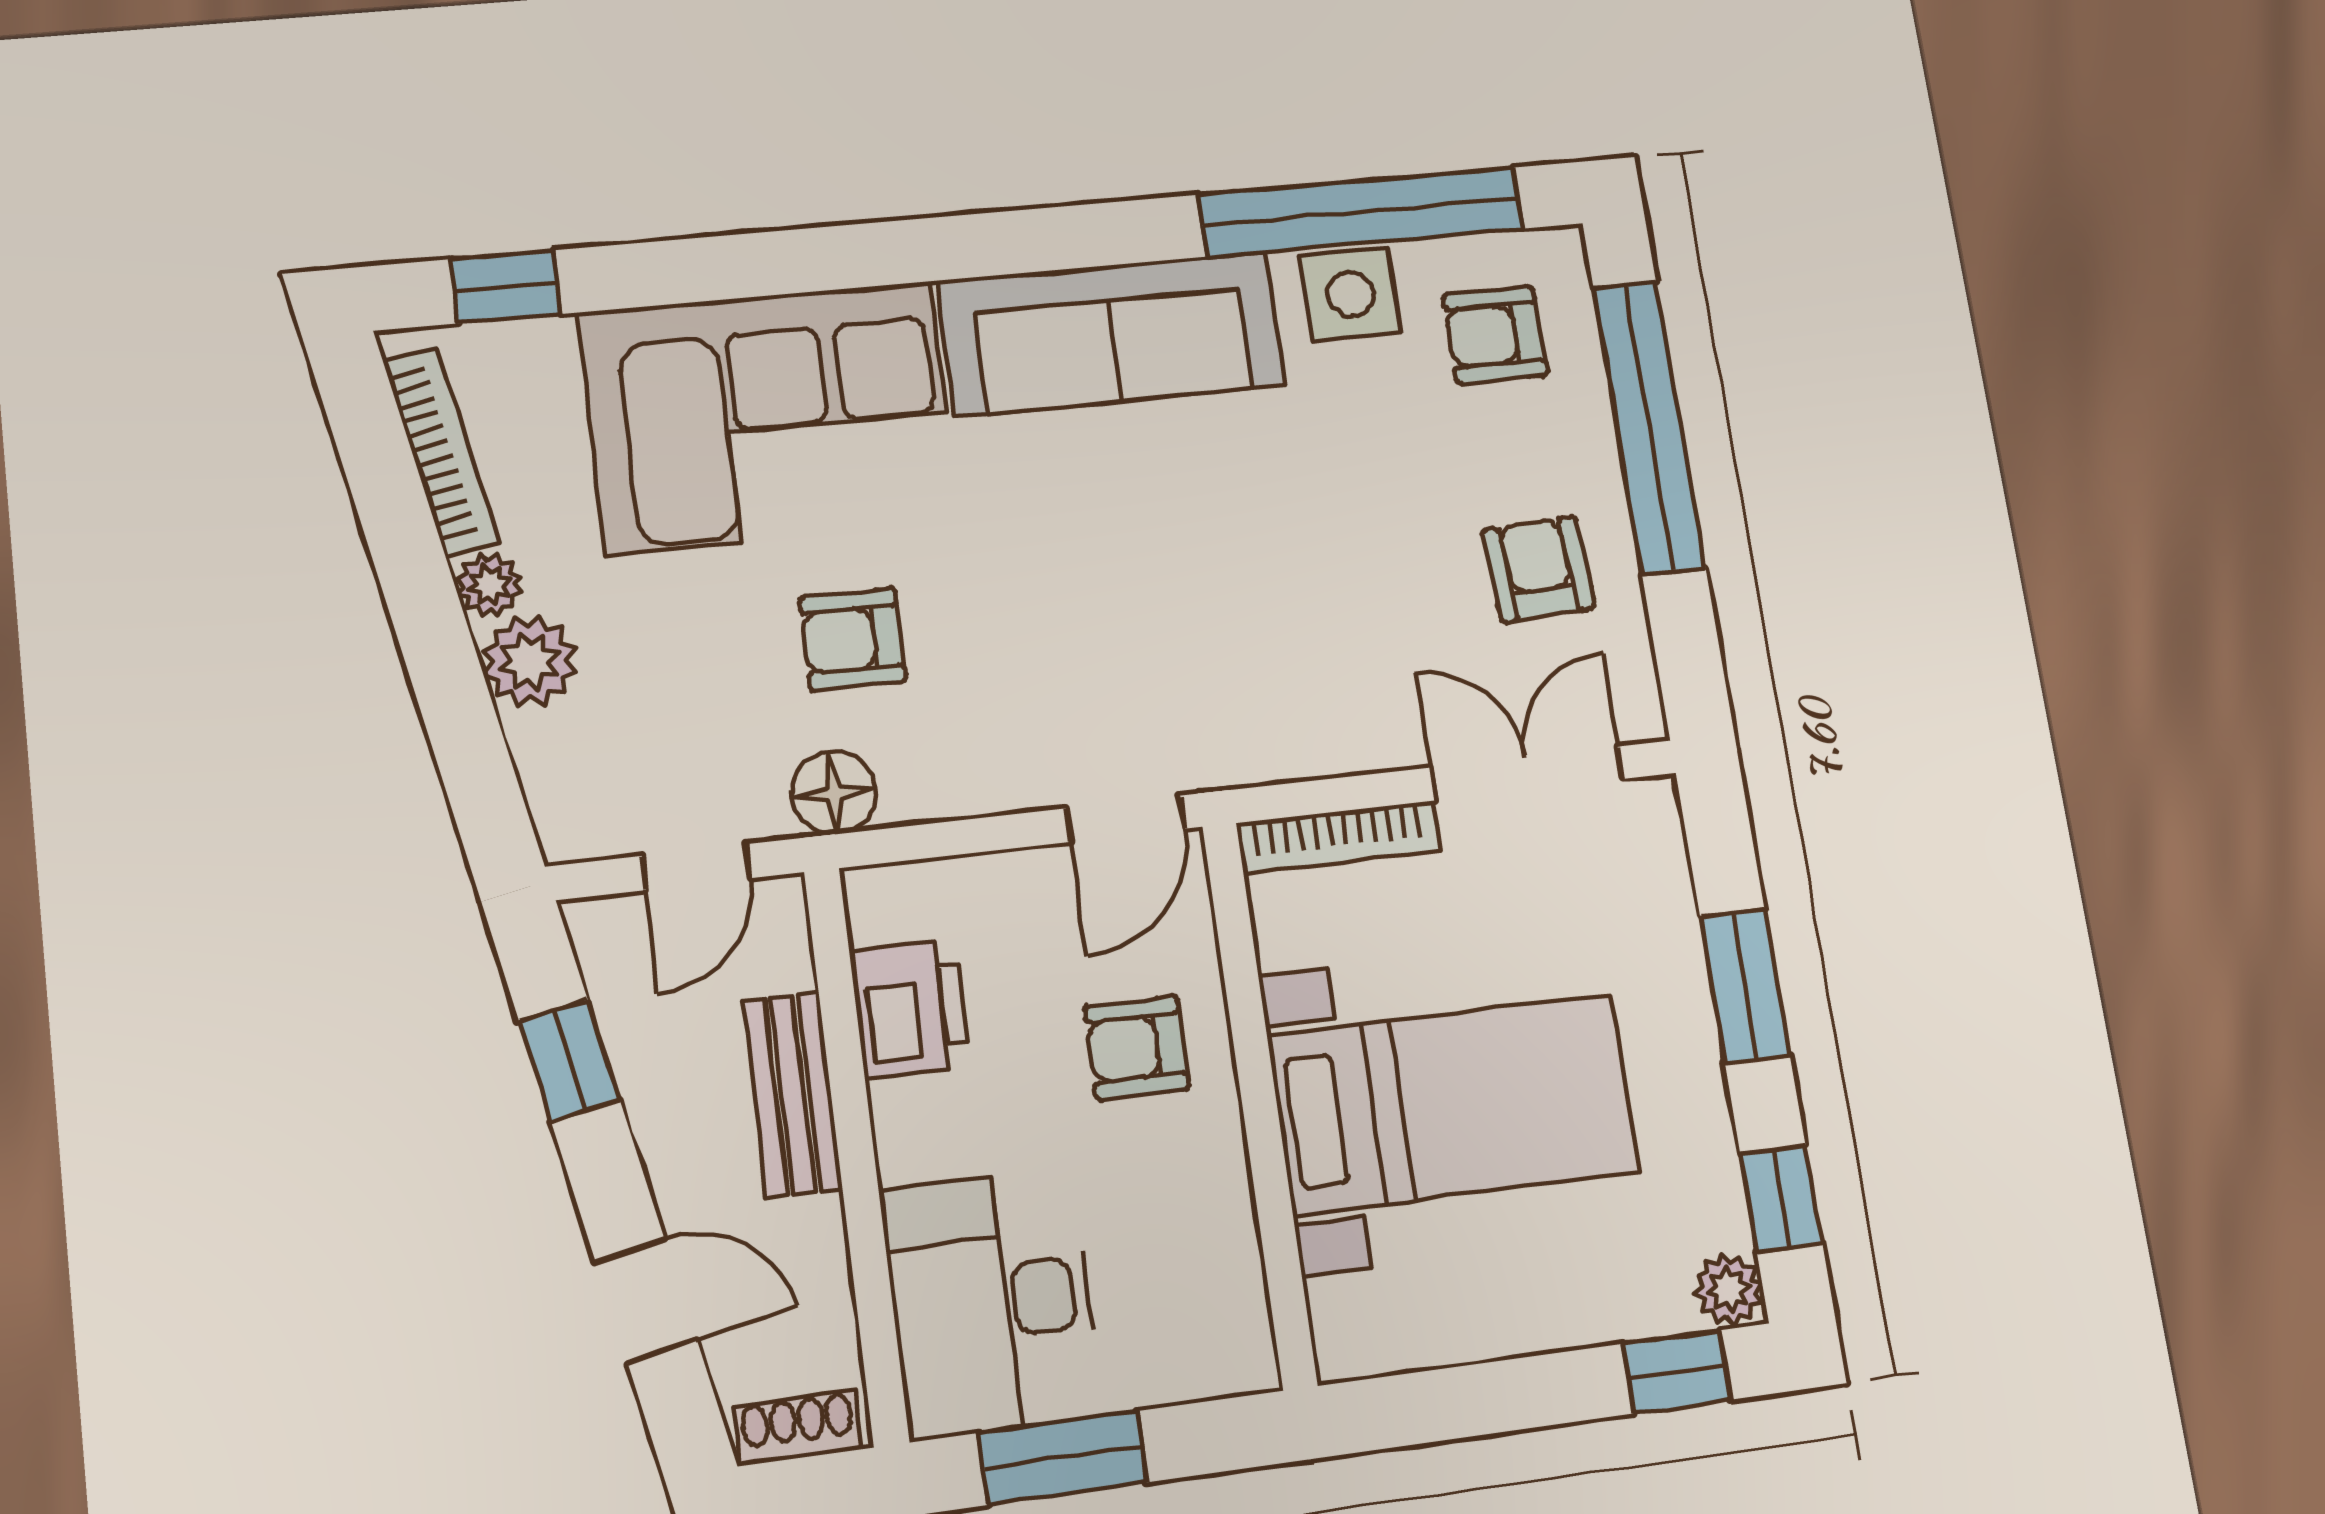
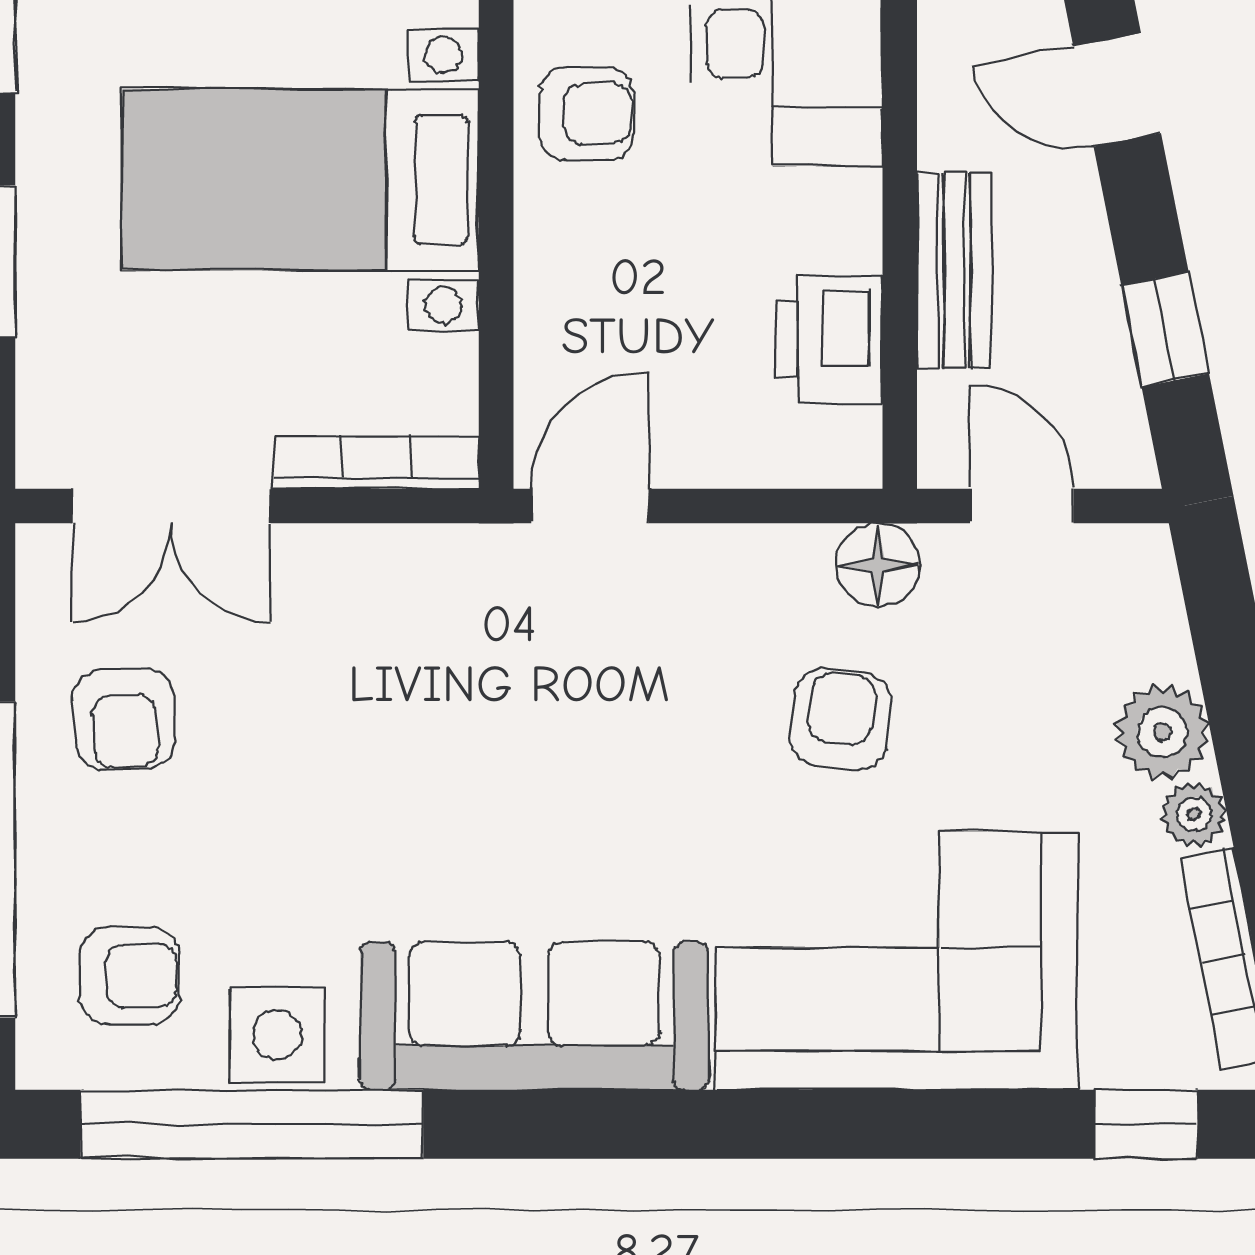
armchair: (853, 639) -> (840, 720), turned -83
door: (697, 867) -> (1022, 506), hinge flipped
armchair: (1137, 1048) -> (586, 114), moved

